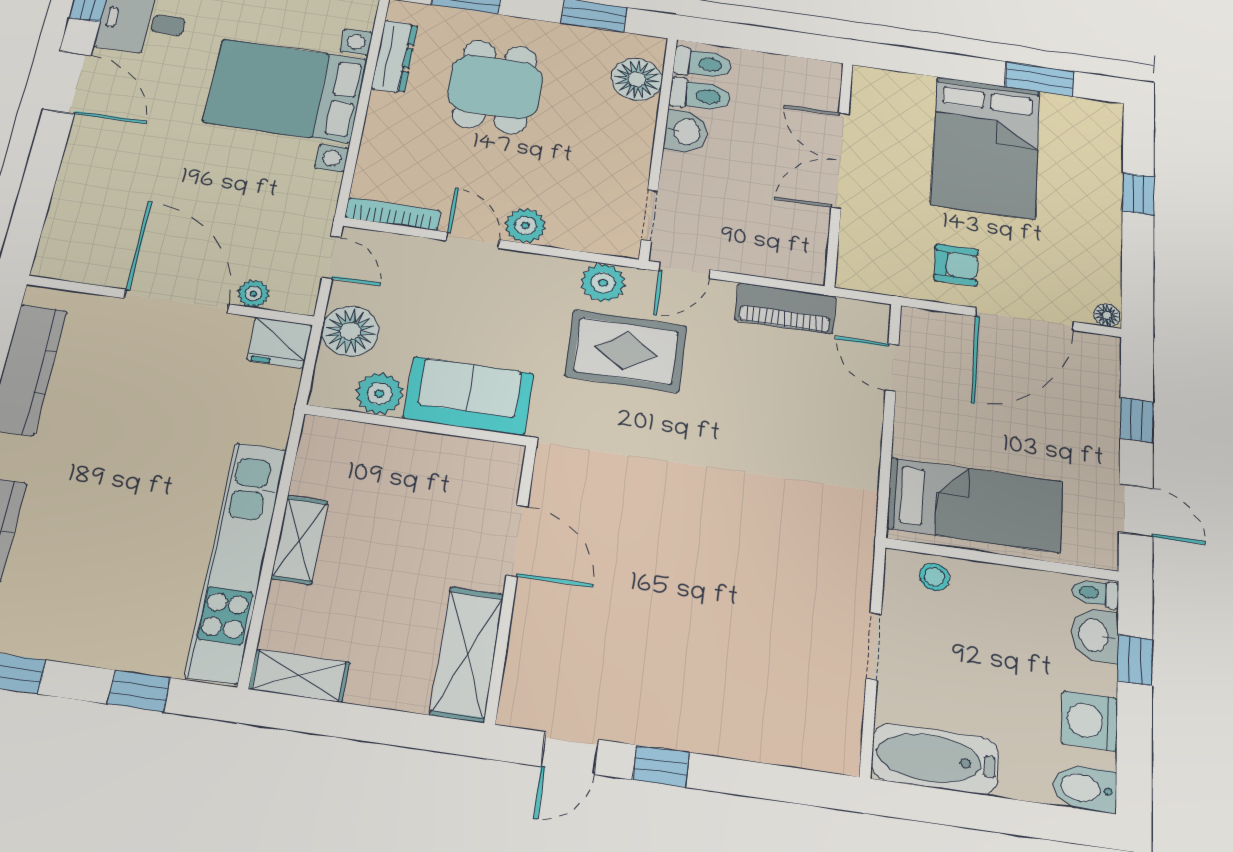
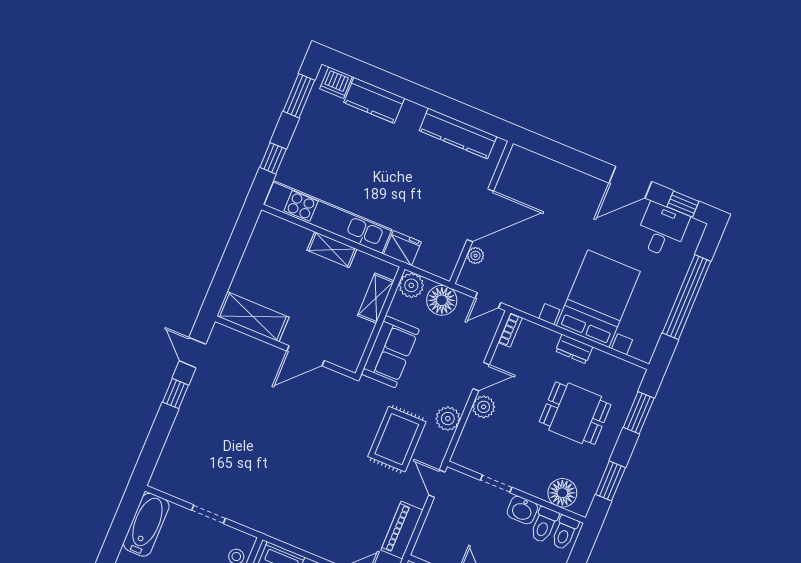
dresser: (394, 56) -> (574, 349), moved, width x0.70
bookcase: (393, 214) -> (510, 330), width x0.64
doorway: (650, 215) -> (496, 484), moved
plant: (603, 283) -> (448, 419), moved
fridge: (279, 343) -> (402, 248), moved, turned 90
plant: (379, 394) -> (411, 285), moved
shelving: (299, 676) -> (376, 298), moved

